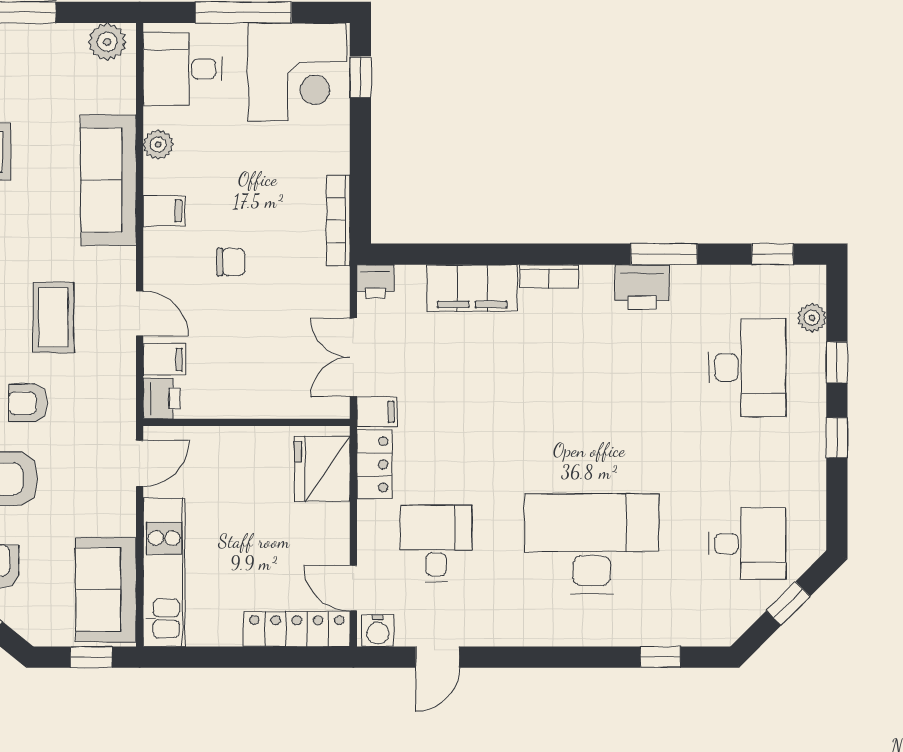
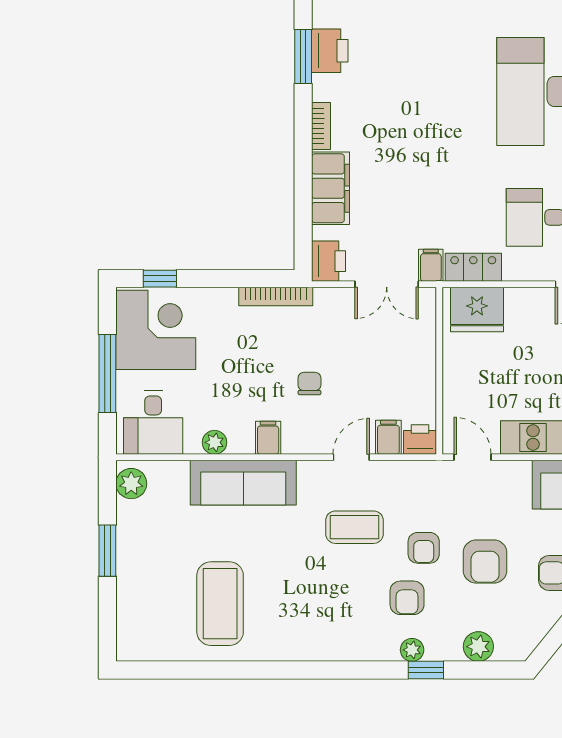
window: (664, 254) -> (303, 57), moved
printer: (375, 281) -> (328, 261), width x1.36, depth x1.24

